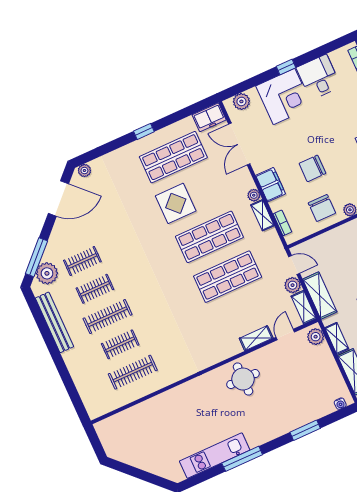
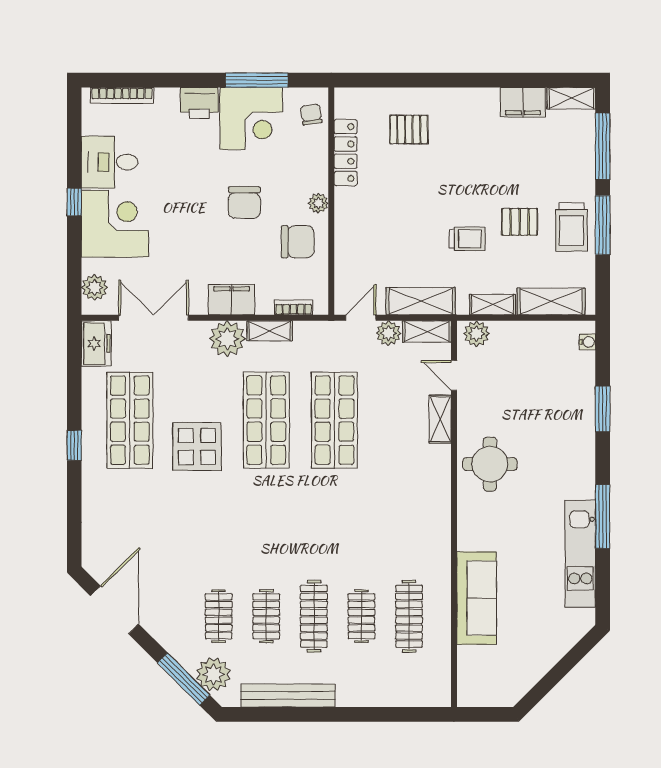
double door: (239, 144) -> (154, 318), swing flipped
chair: (312, 168) -> (244, 203), moved
plant: (84, 171) -> (91, 555), removed
plant: (254, 195) -> (227, 339), width x1.88, depth x1.88
sofa: (161, 407) -> (477, 598), added

